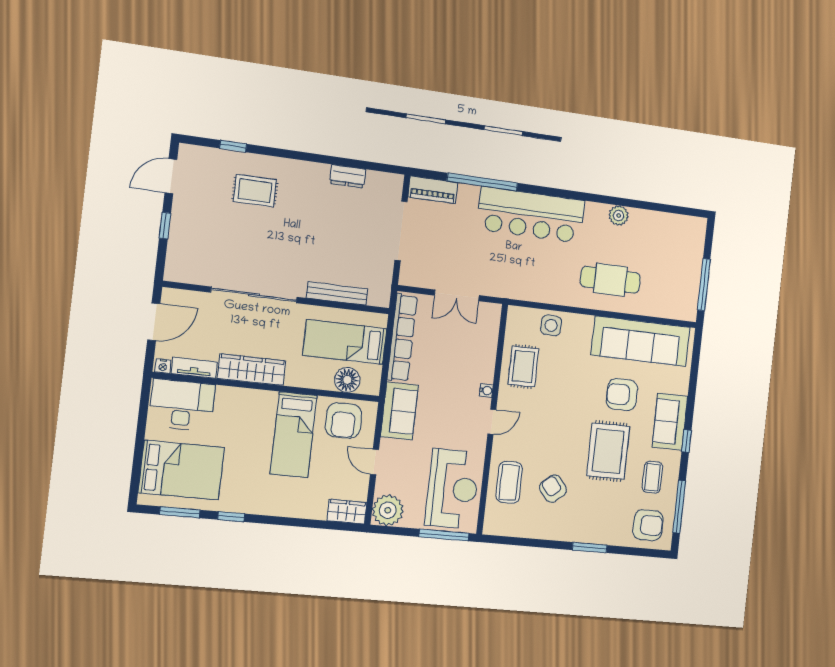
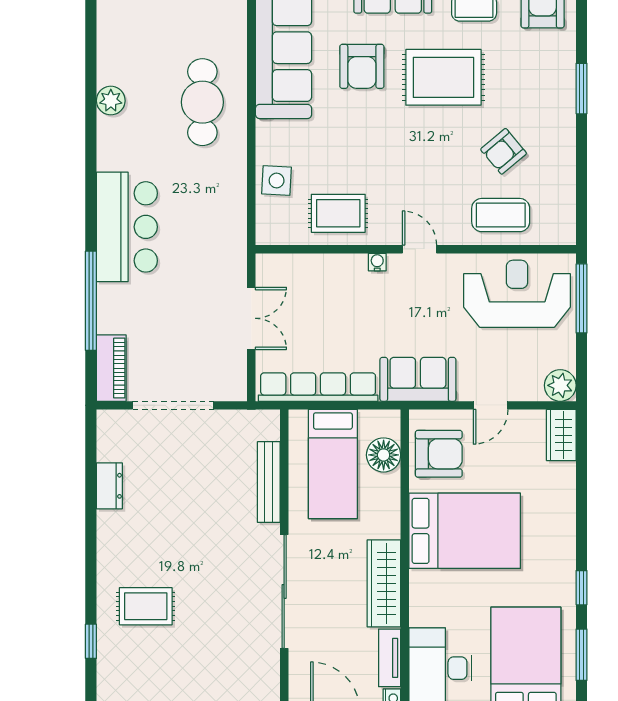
rug: (255, 191) -> (146, 606), turned 90
bar counter: (531, 215) -> (127, 227), width x0.73
bed: (294, 435) -> (465, 531), width x1.50
plant: (388, 510) -> (560, 385), width x0.73, depth x0.73

